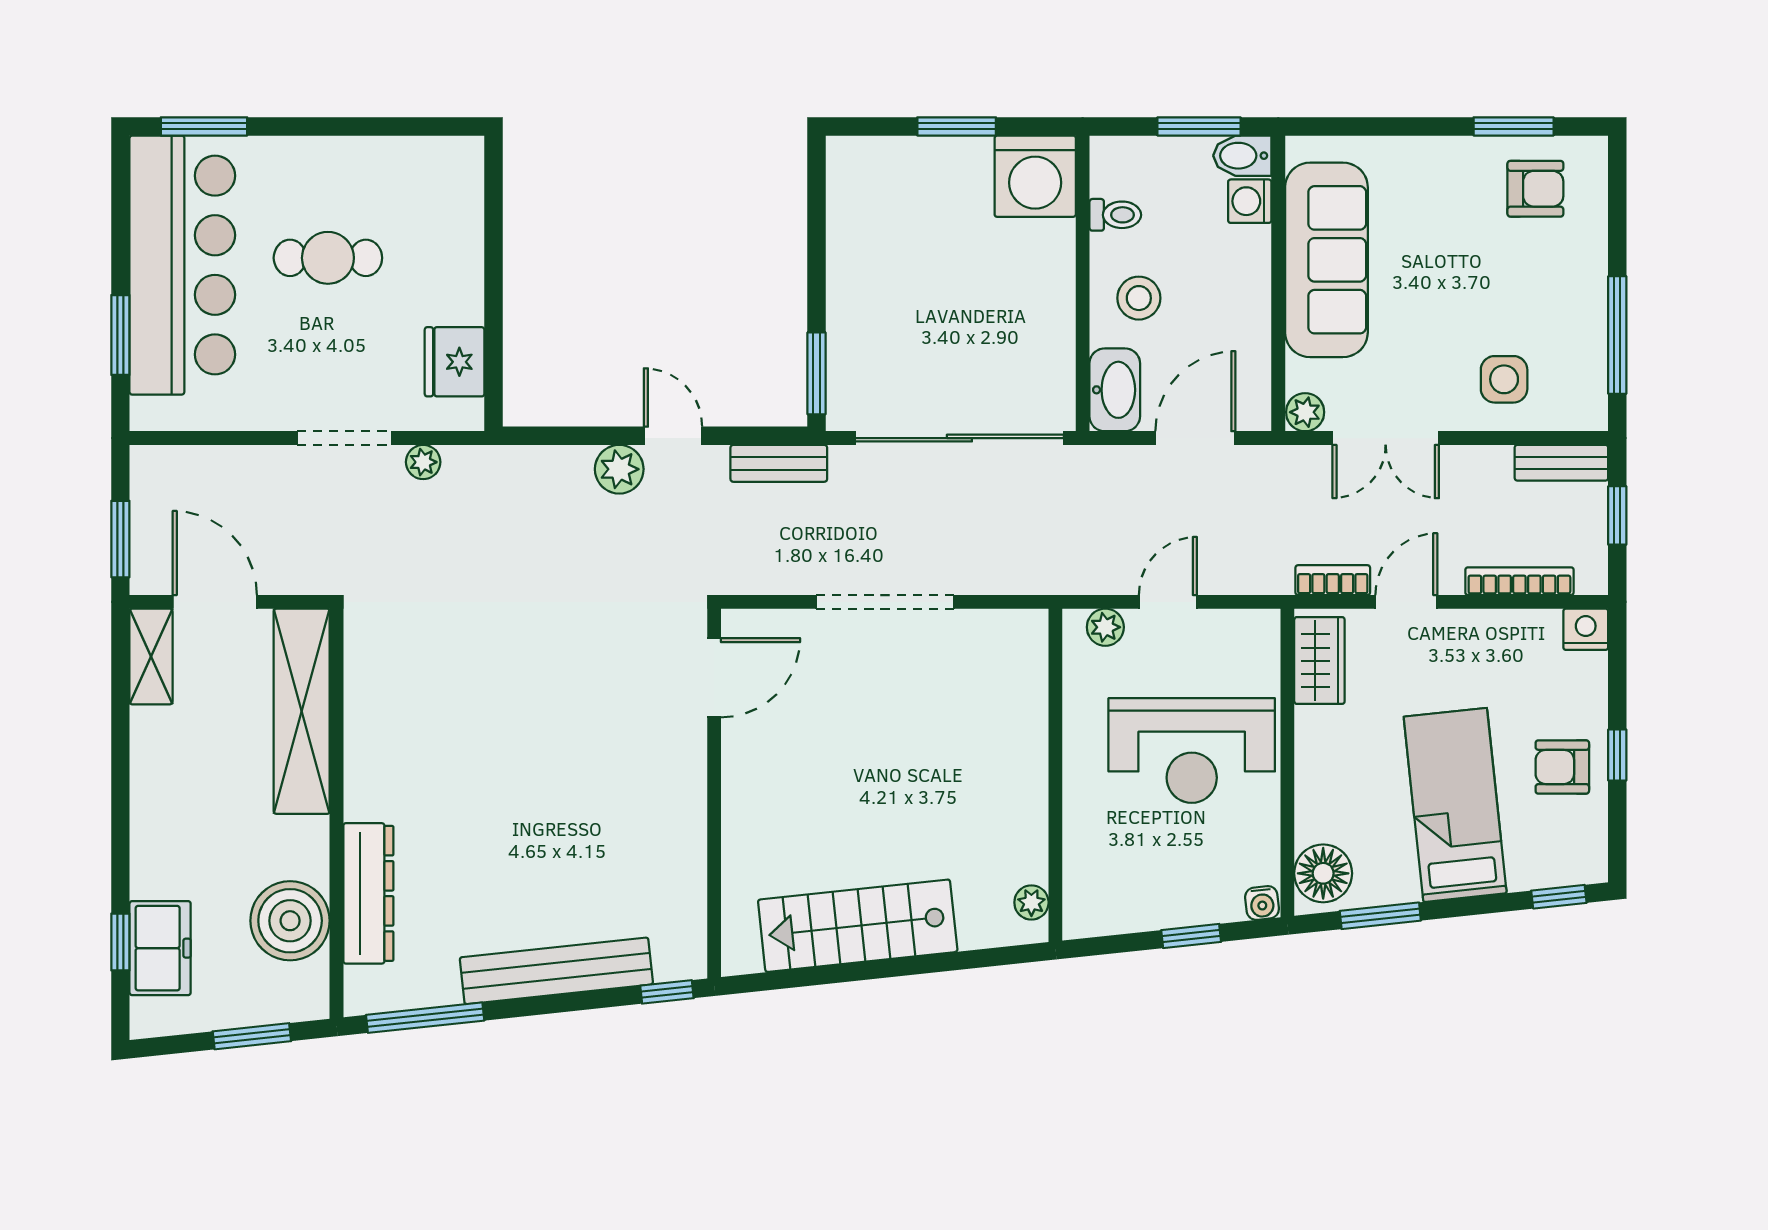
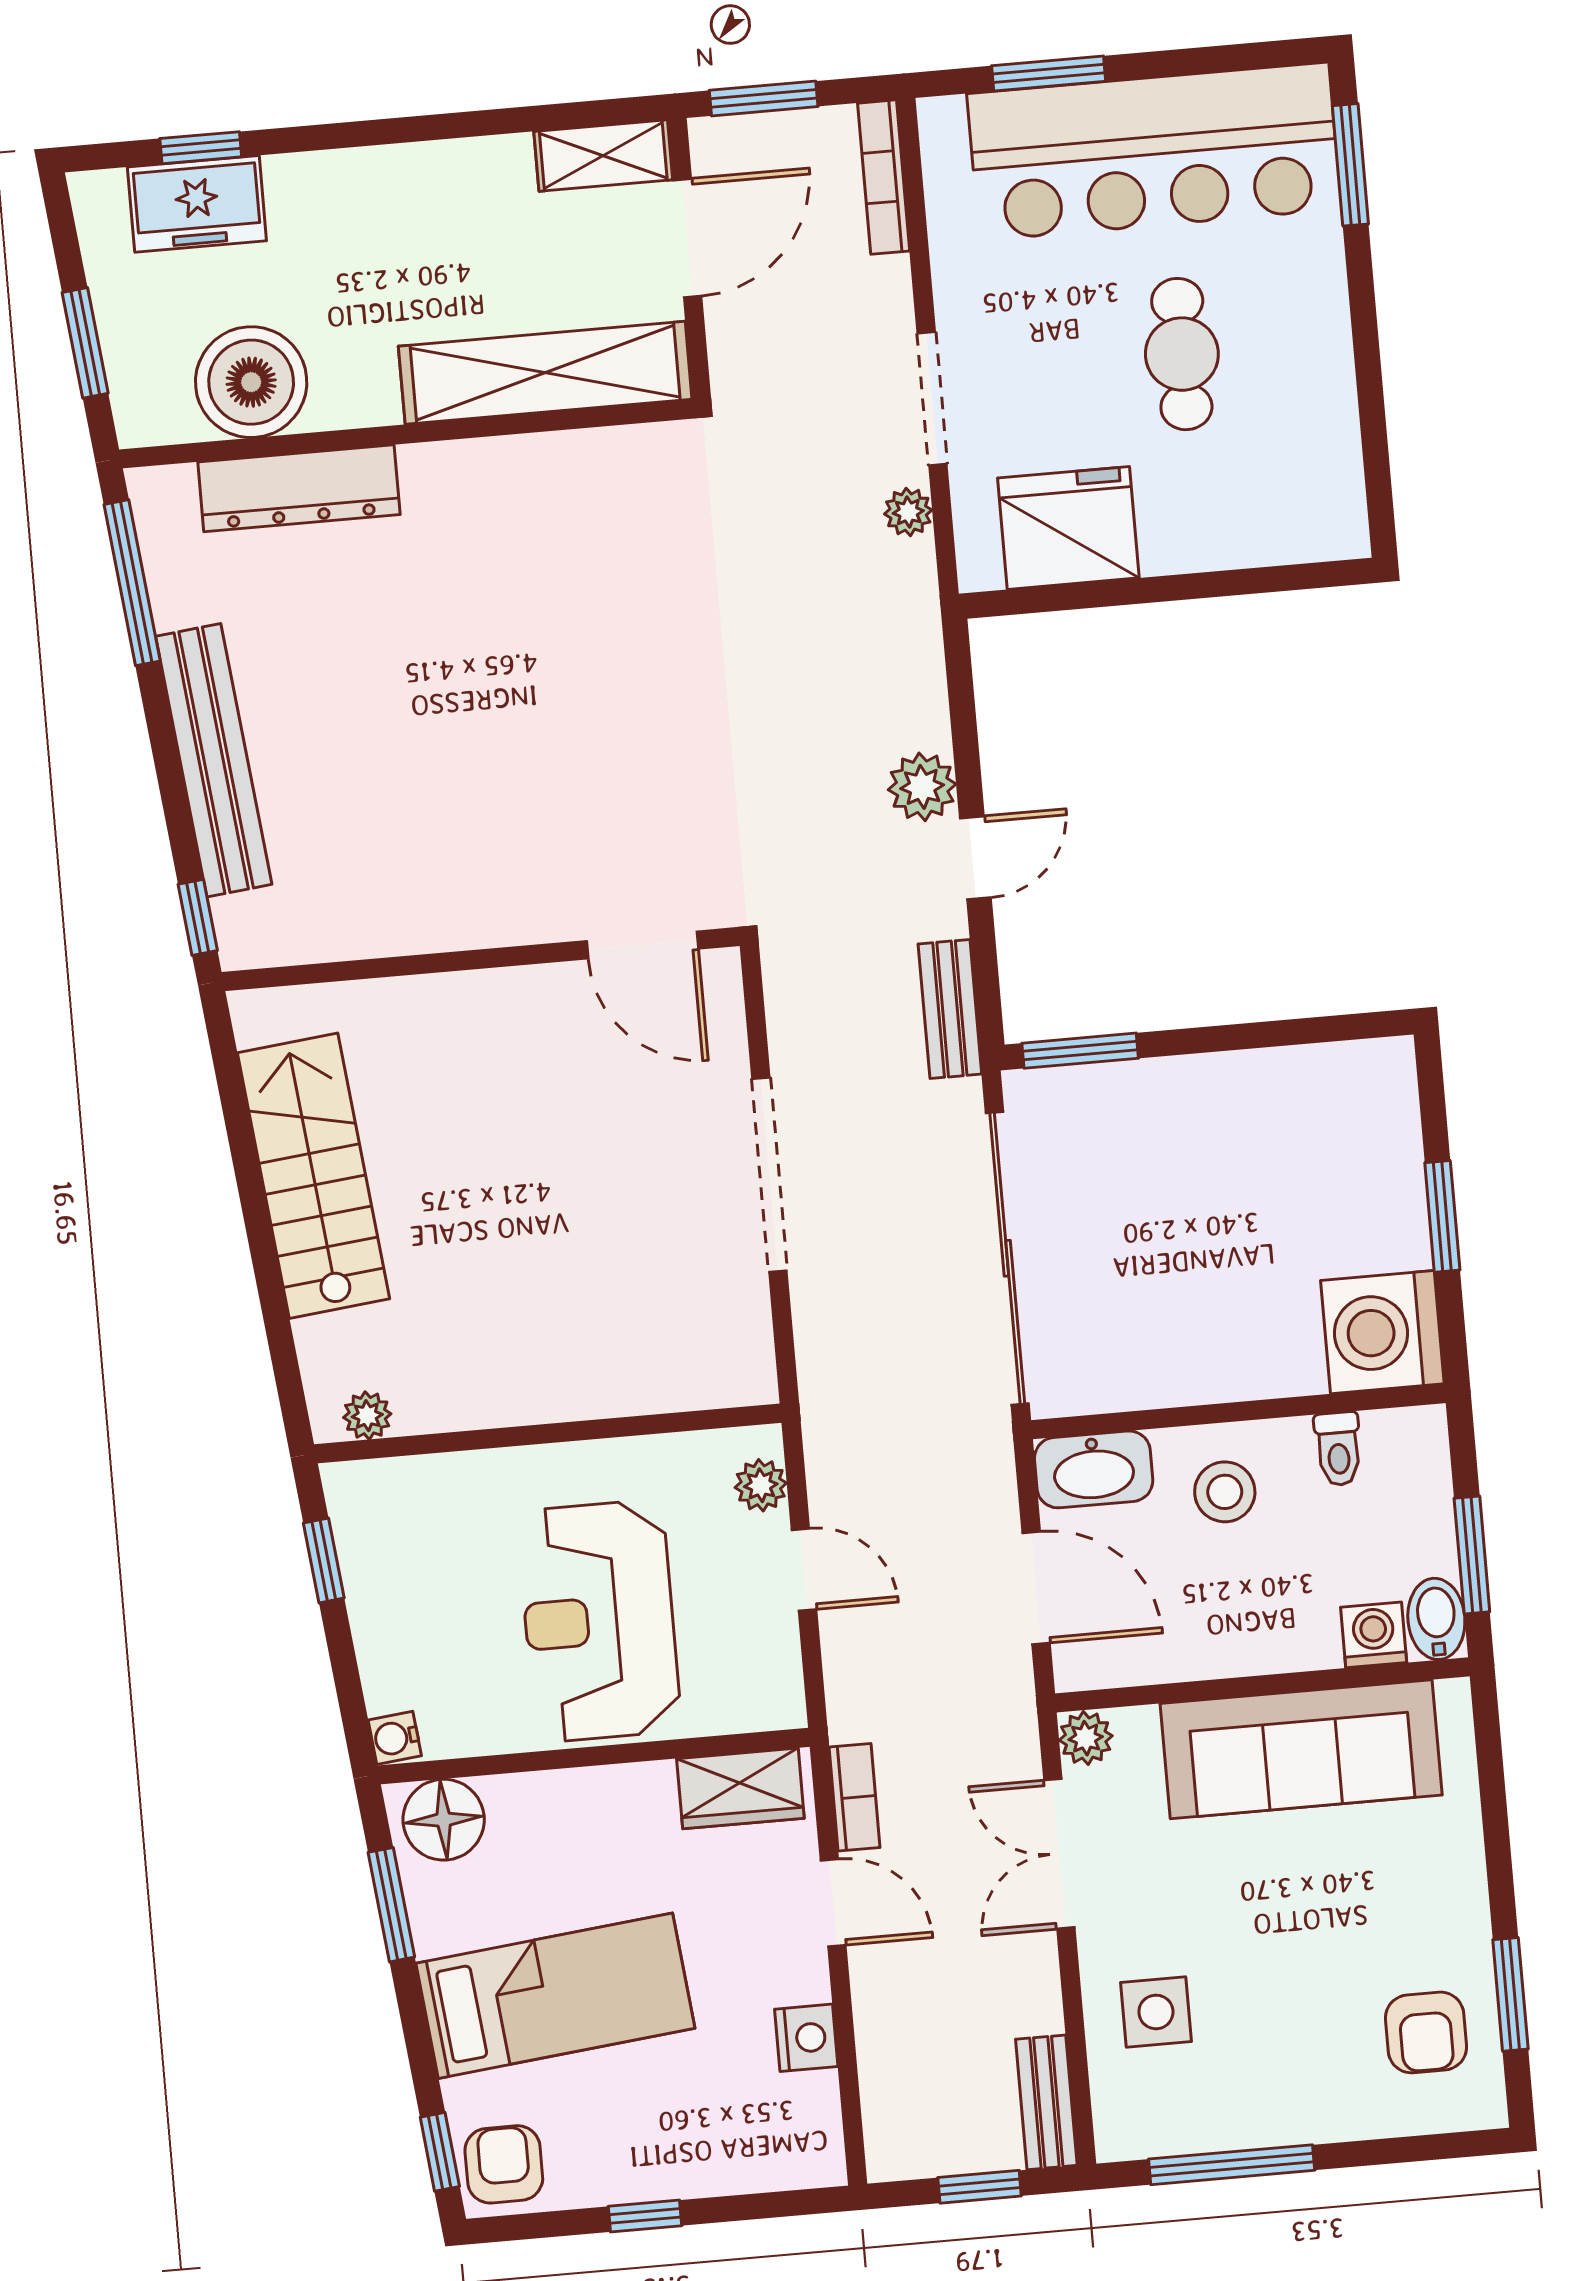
fridge: (455, 362) -> (1068, 528), width x1.36, depth x1.34
bookcase: (1519, 581) -> (884, 177), moved, turned 180
nightstand: (1586, 629) -> (806, 2038), moved
armchair: (1562, 767) -> (504, 2164), moved
window: (1191, 936) -> (324, 1561), moved

